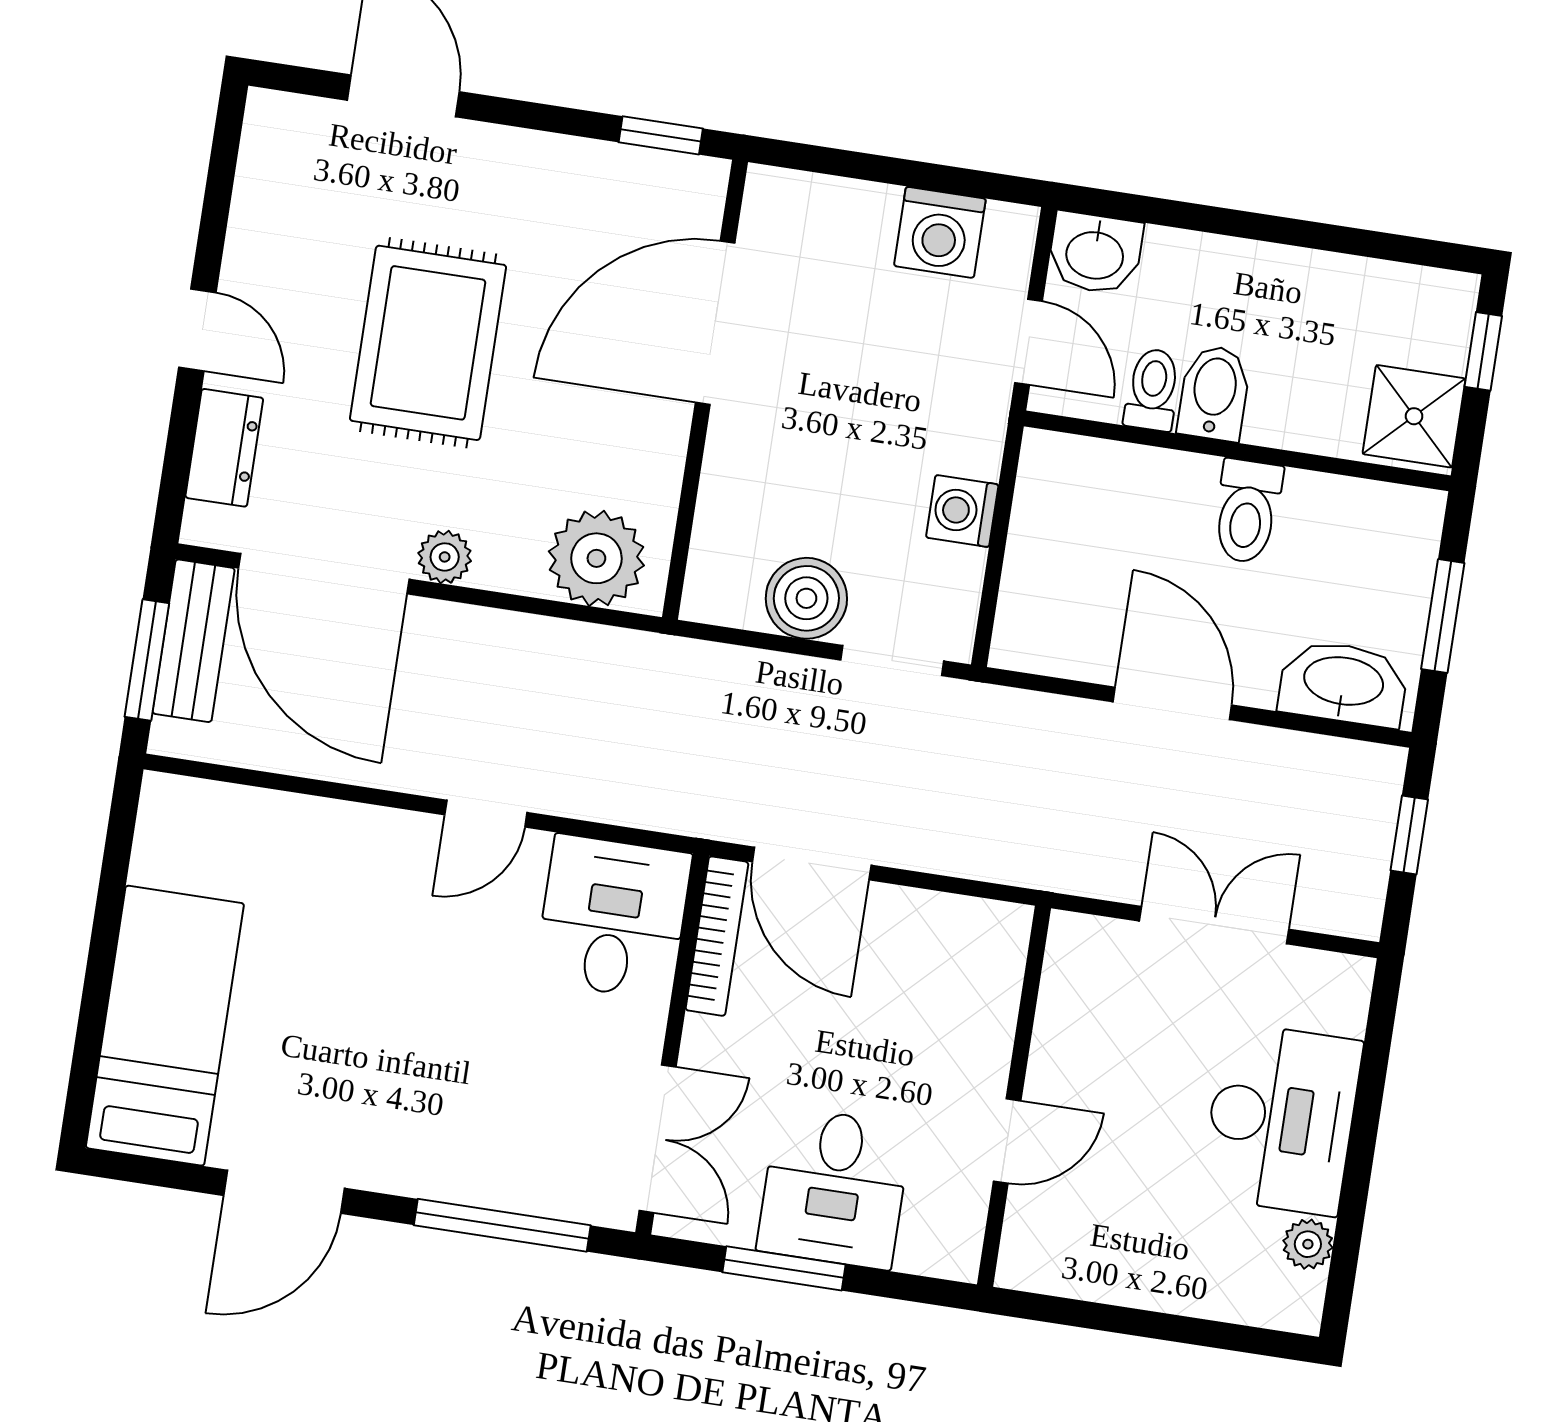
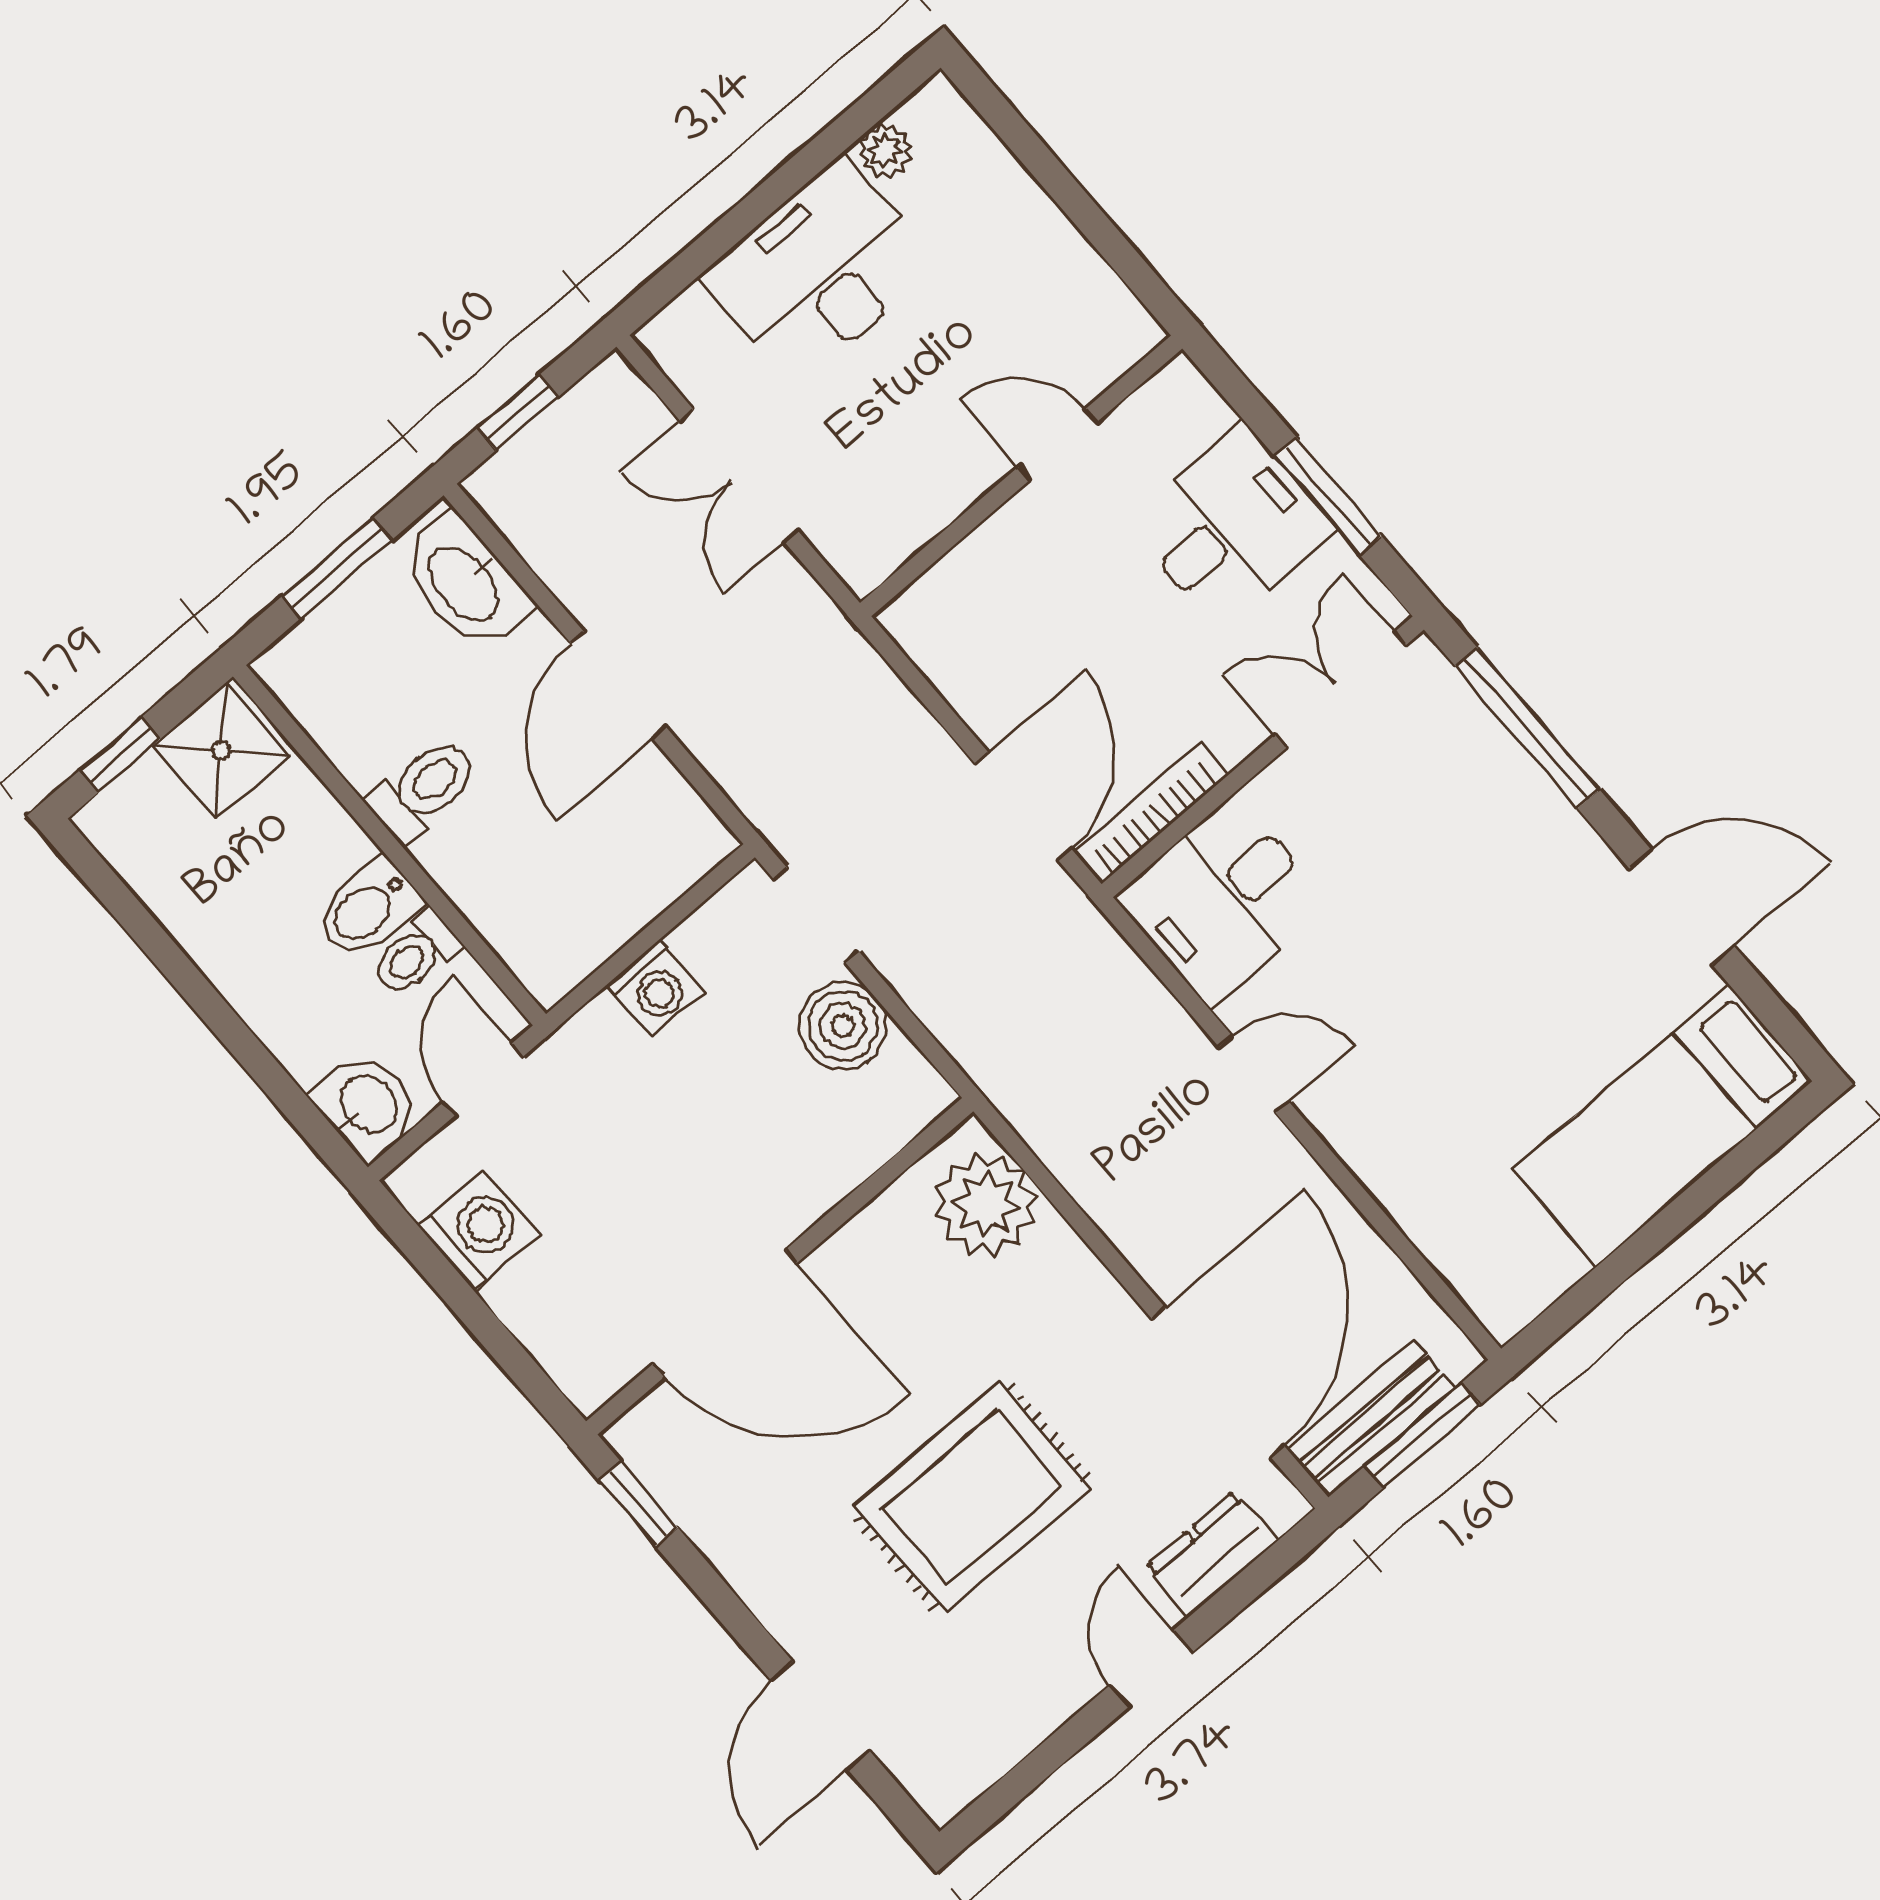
plant: (445, 557) -> (1108, 1312), removed

